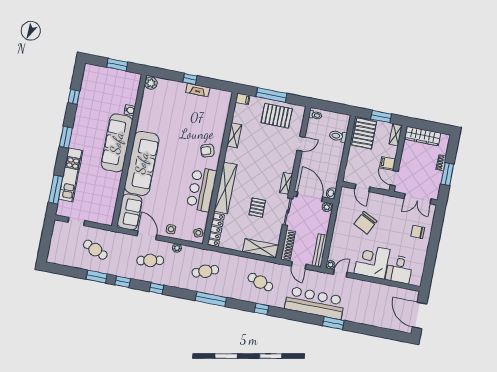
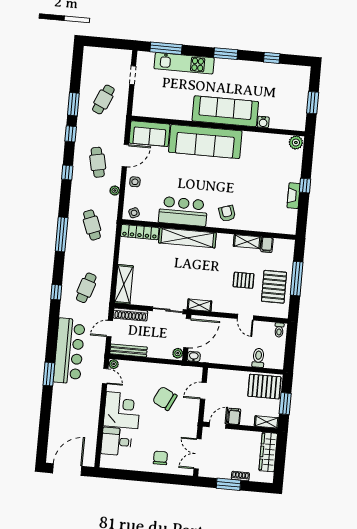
filing cabinet: (243, 99) -> (267, 245), moved
pallet: (257, 208) -> (244, 280), moved

